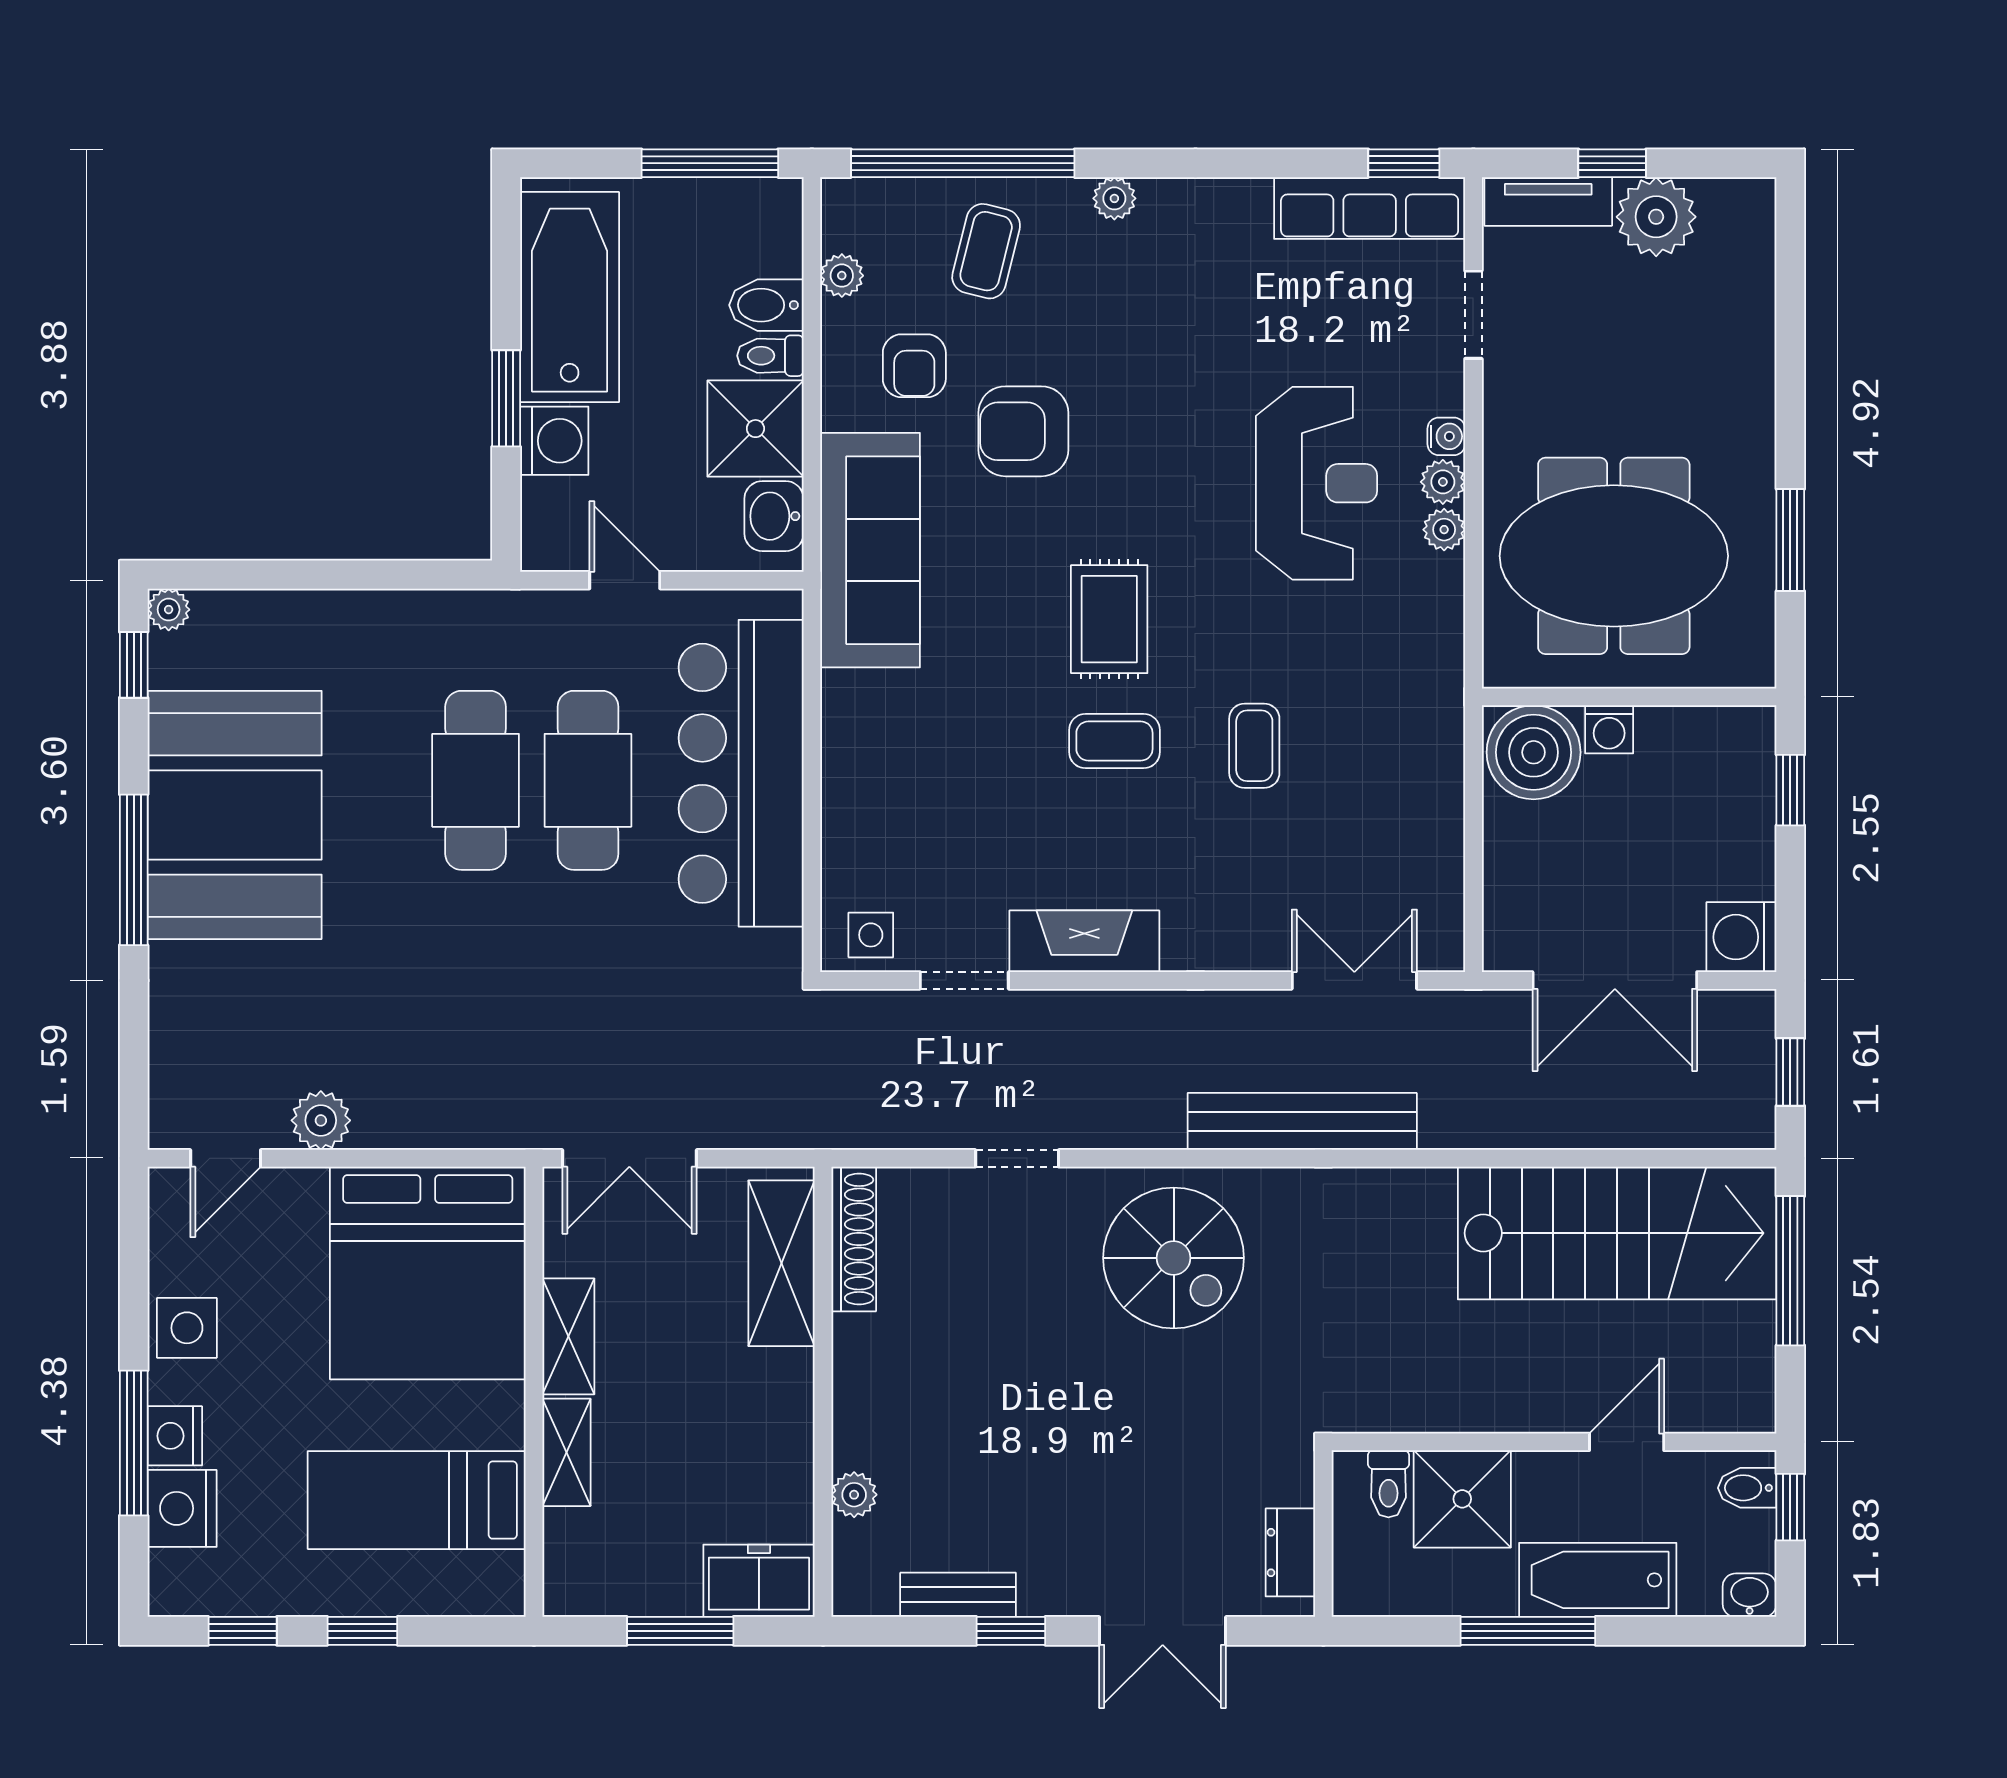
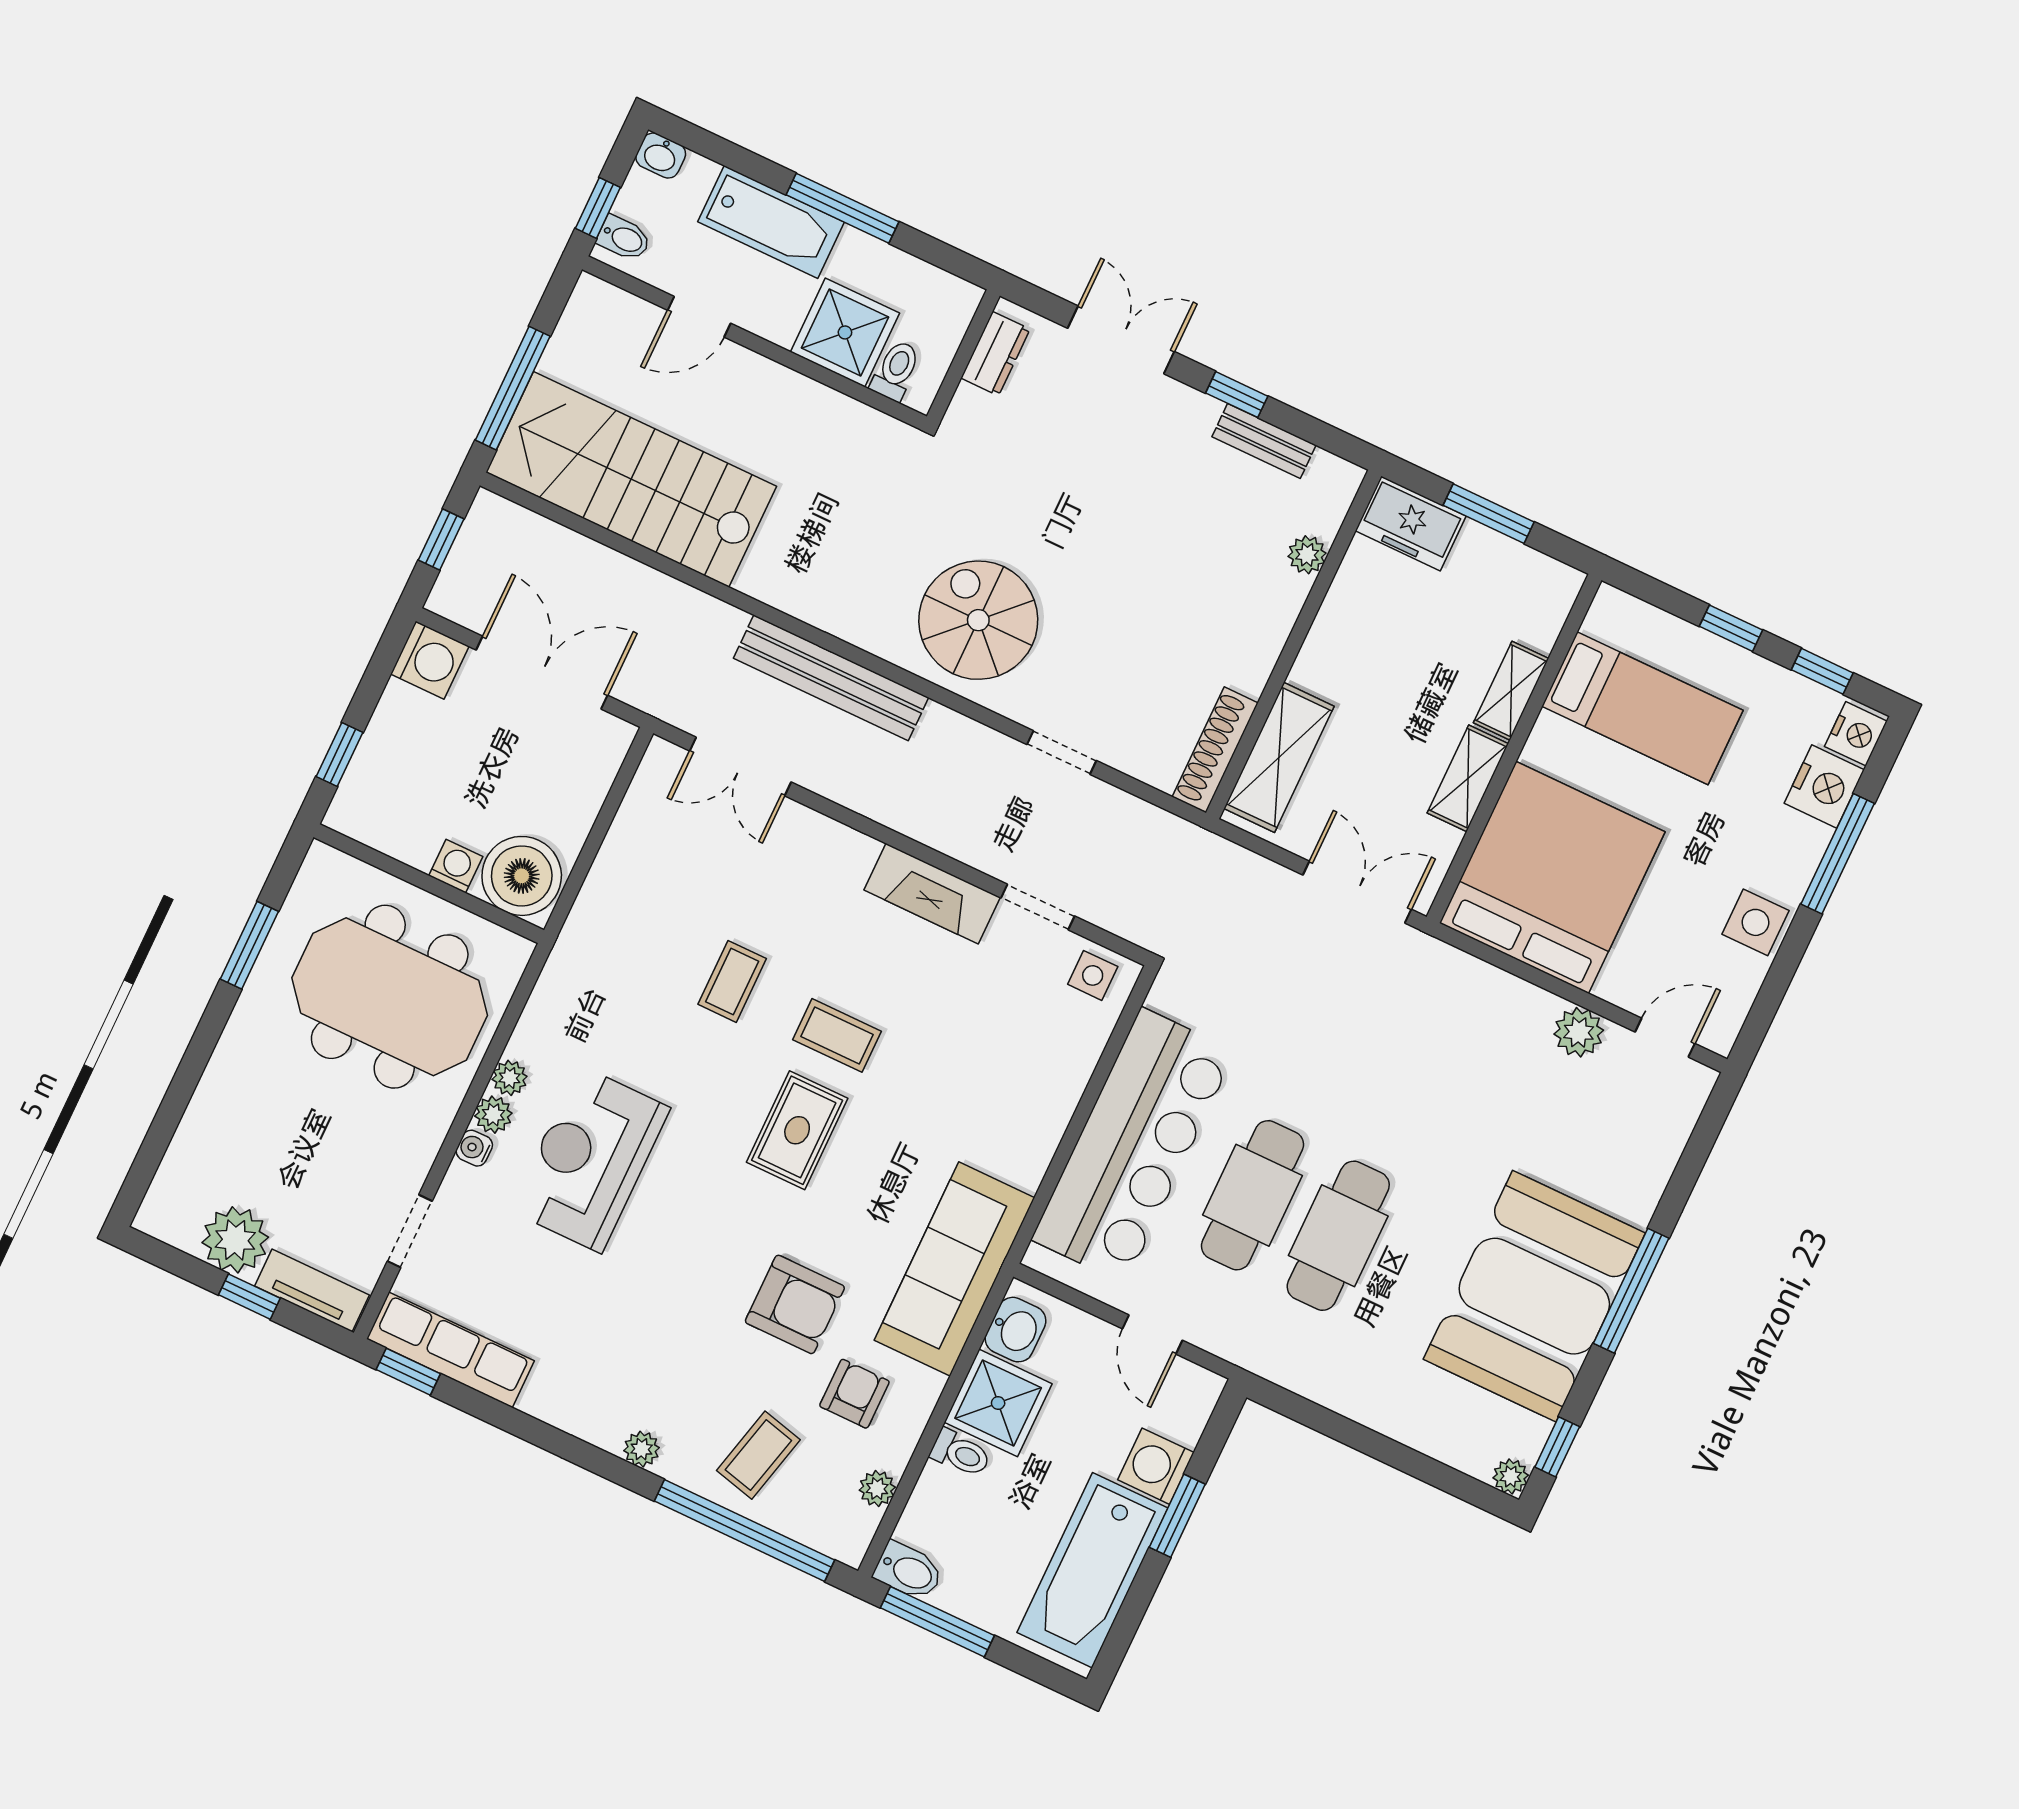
bidet: (766, 305) -> (909, 1571), moved
nightstand: (175, 1436) -> (1856, 734), moved

